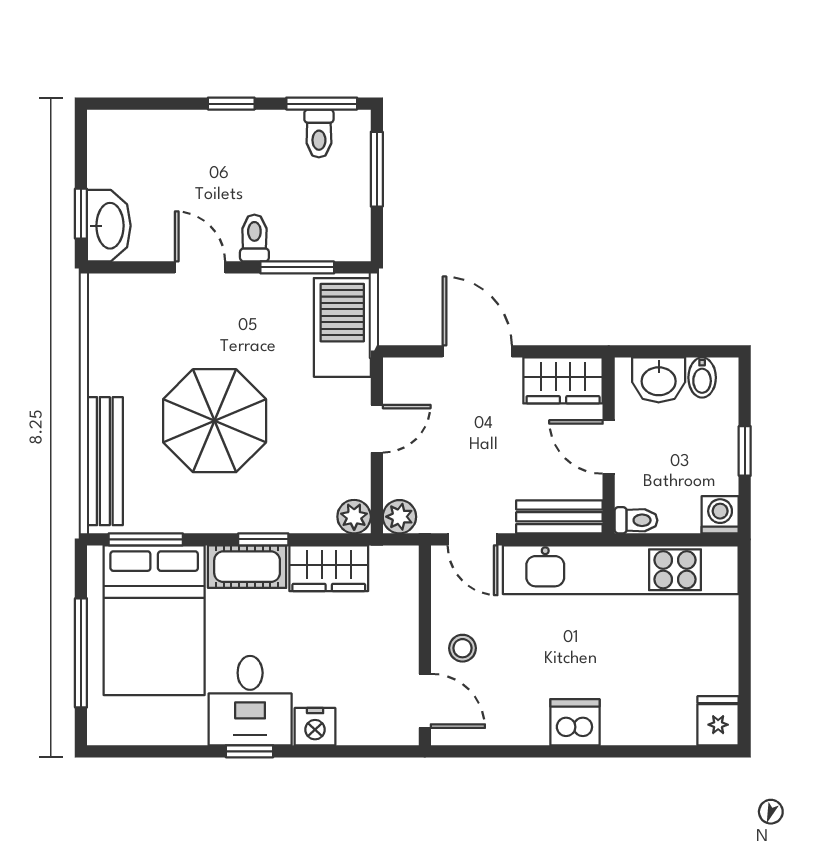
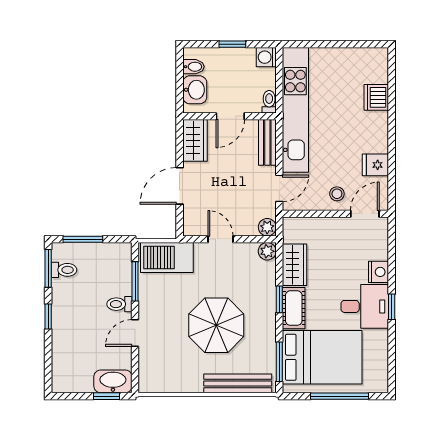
fridge: (718, 721) -> (375, 165), moved
dishwasher: (575, 722) -> (376, 97), moved

